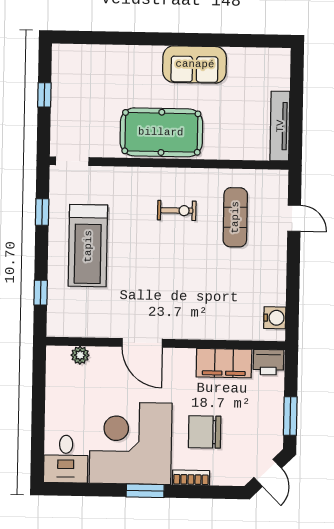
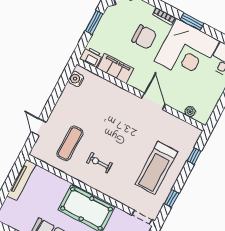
treadmill: (88, 246) -> (156, 168), turned 180

